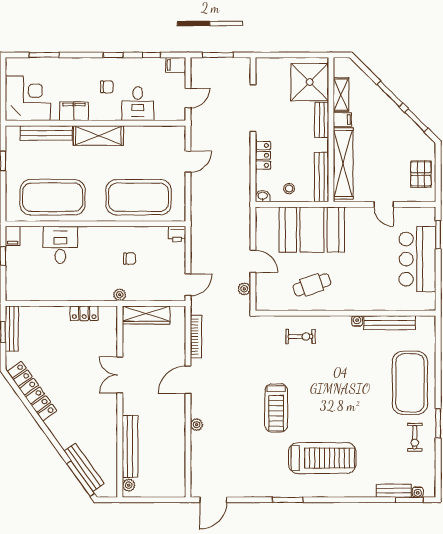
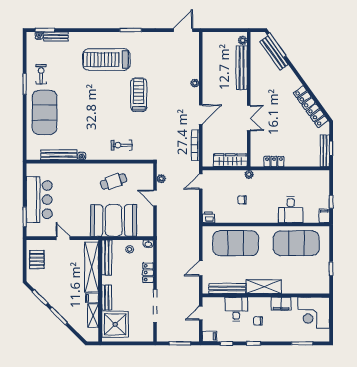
bench: (46, 133) -> (227, 289), moved

